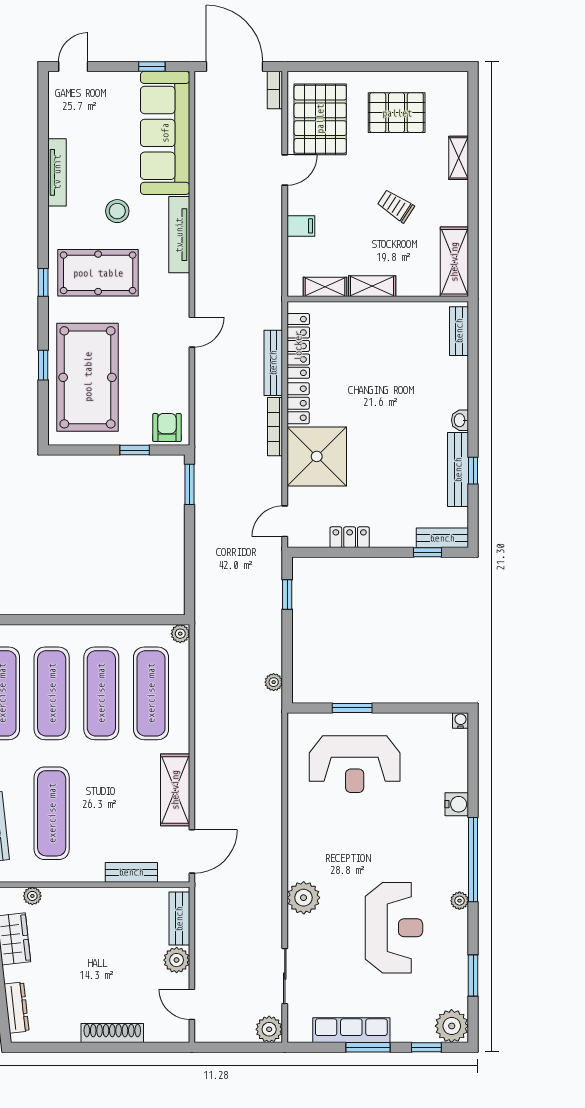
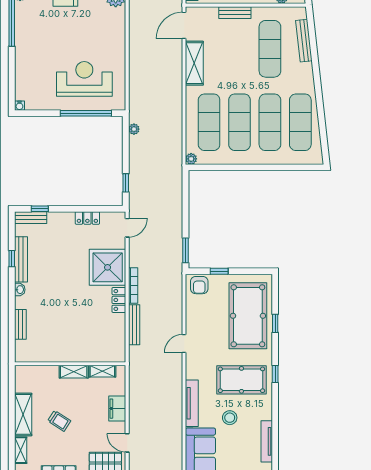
door: (285, 170) -> (127, 443), hinge flipped
filing cabinet: (301, 226) -> (117, 409), width x2.00
shelving: (454, 262) -> (23, 414), moved
bench: (459, 331) -> (20, 324), moved
locker: (298, 346) -> (119, 335), removed
window: (352, 708) -> (86, 113), width x2.11
water cooler: (457, 804) -> (22, 54), removed
bench: (131, 872) -> (235, 13), moved

